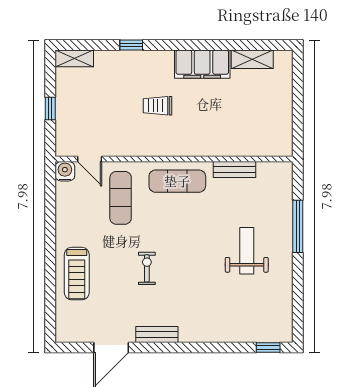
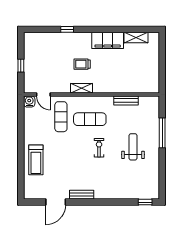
shelving: (74, 58) -> (82, 88), moved
exercise mat: (177, 181) -> (90, 119), moved
exercise bike: (147, 268) -> (99, 148), moved

